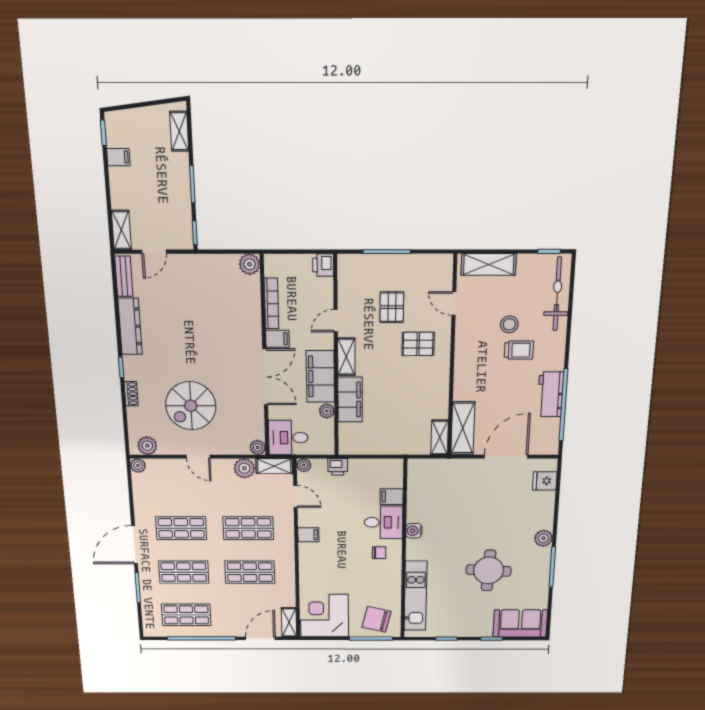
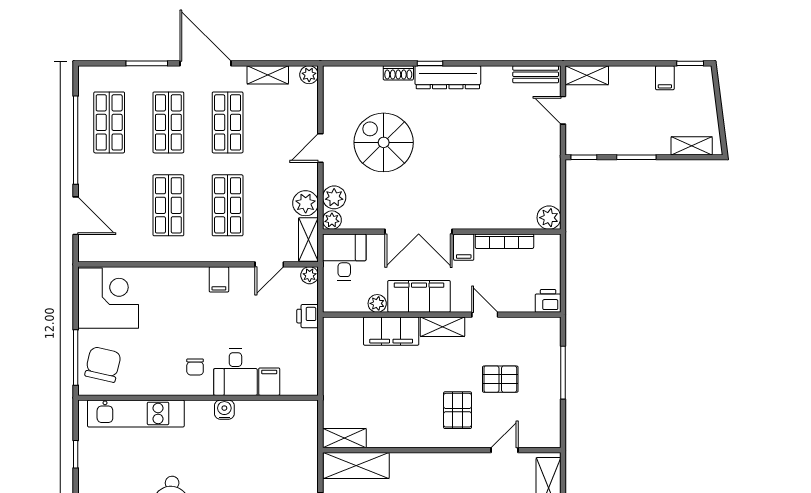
dresser: (130, 326) -> (448, 77), moved
plant: (147, 446) -> (334, 197), moved
shelving: (289, 622) -> (268, 75), moved

